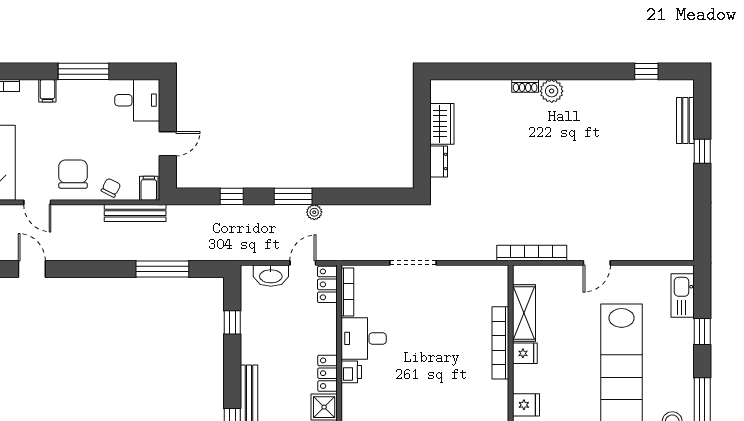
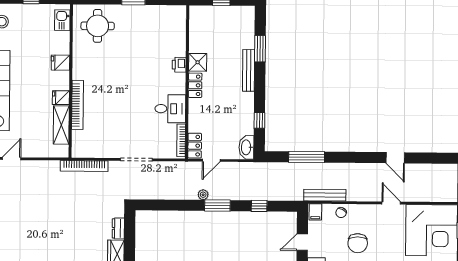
chair: (73, 174) -> (358, 243), moved
bookcase: (532, 253) -> (84, 166), moved
washbasin: (271, 276) -> (246, 147), moved, turned -90
printer: (351, 372) -> (179, 65), moved

